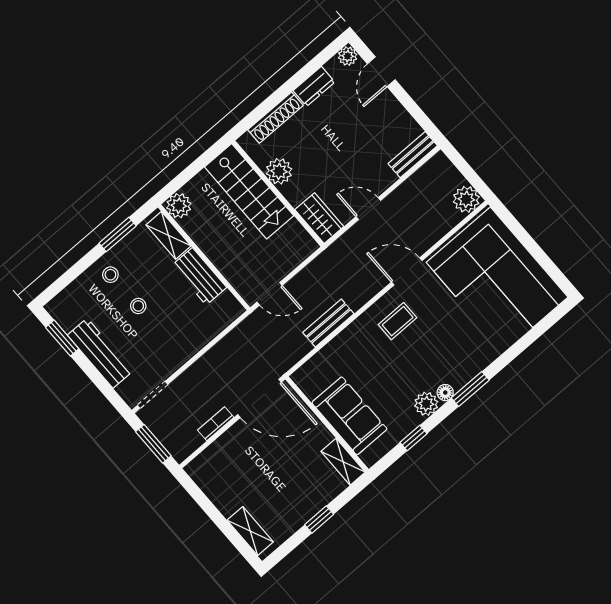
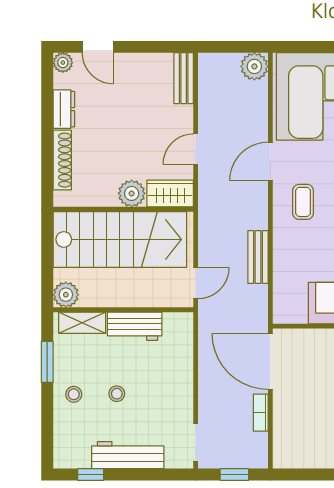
plant: (279, 171) -> (132, 193), moved
stairs: (249, 191) -> (120, 239), width x1.36, depth x1.51
window: (62, 338) -> (91, 475), width x0.67
door: (260, 398) -> (270, 361), swing flipped
window: (153, 444) -> (234, 475), width x0.67

